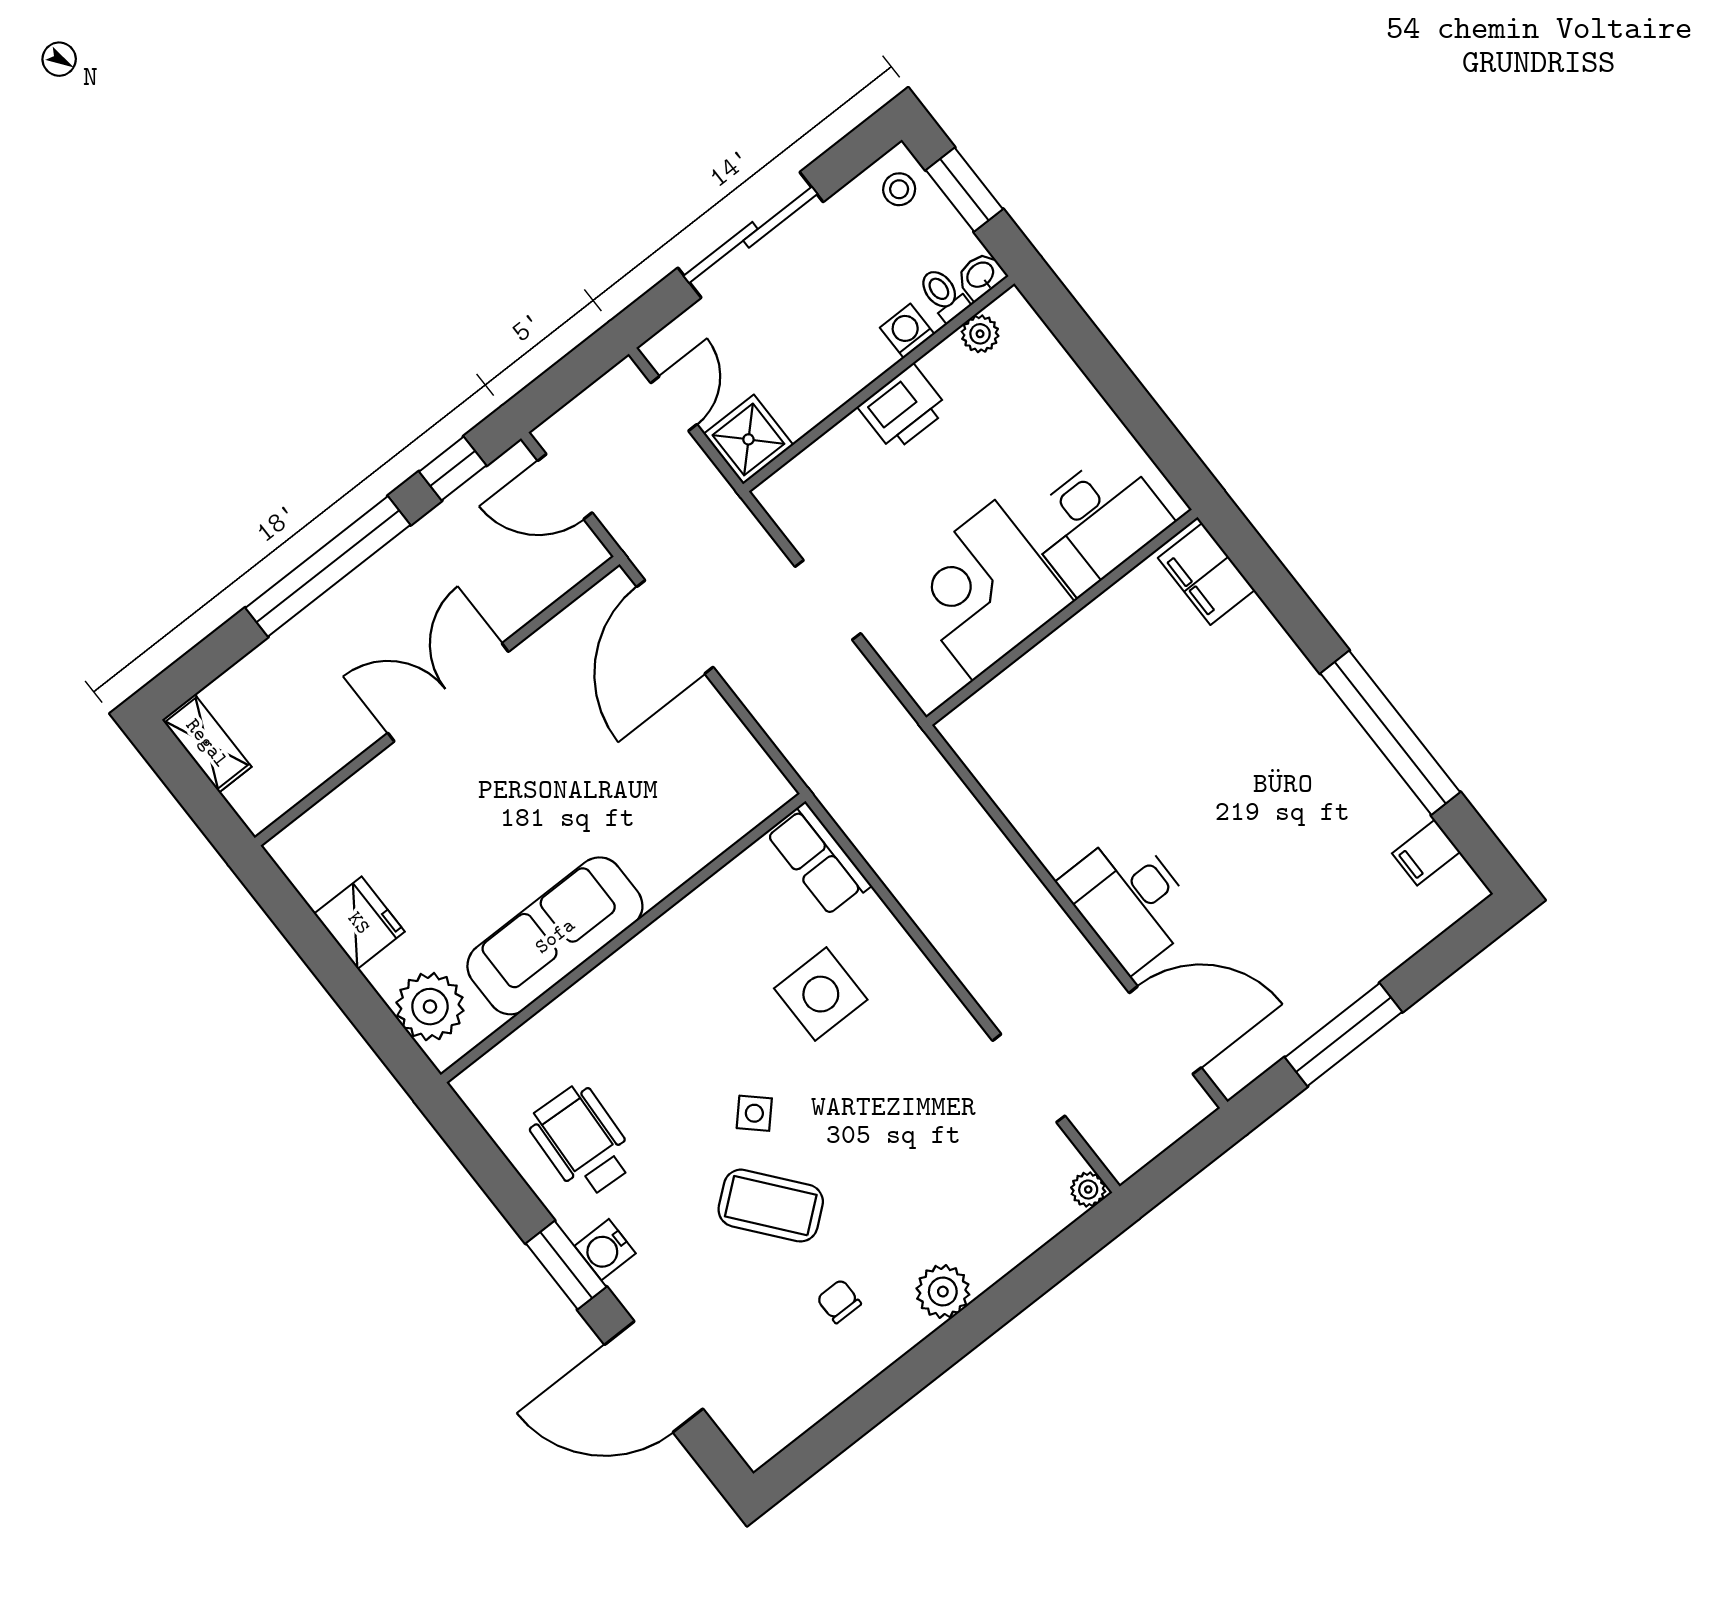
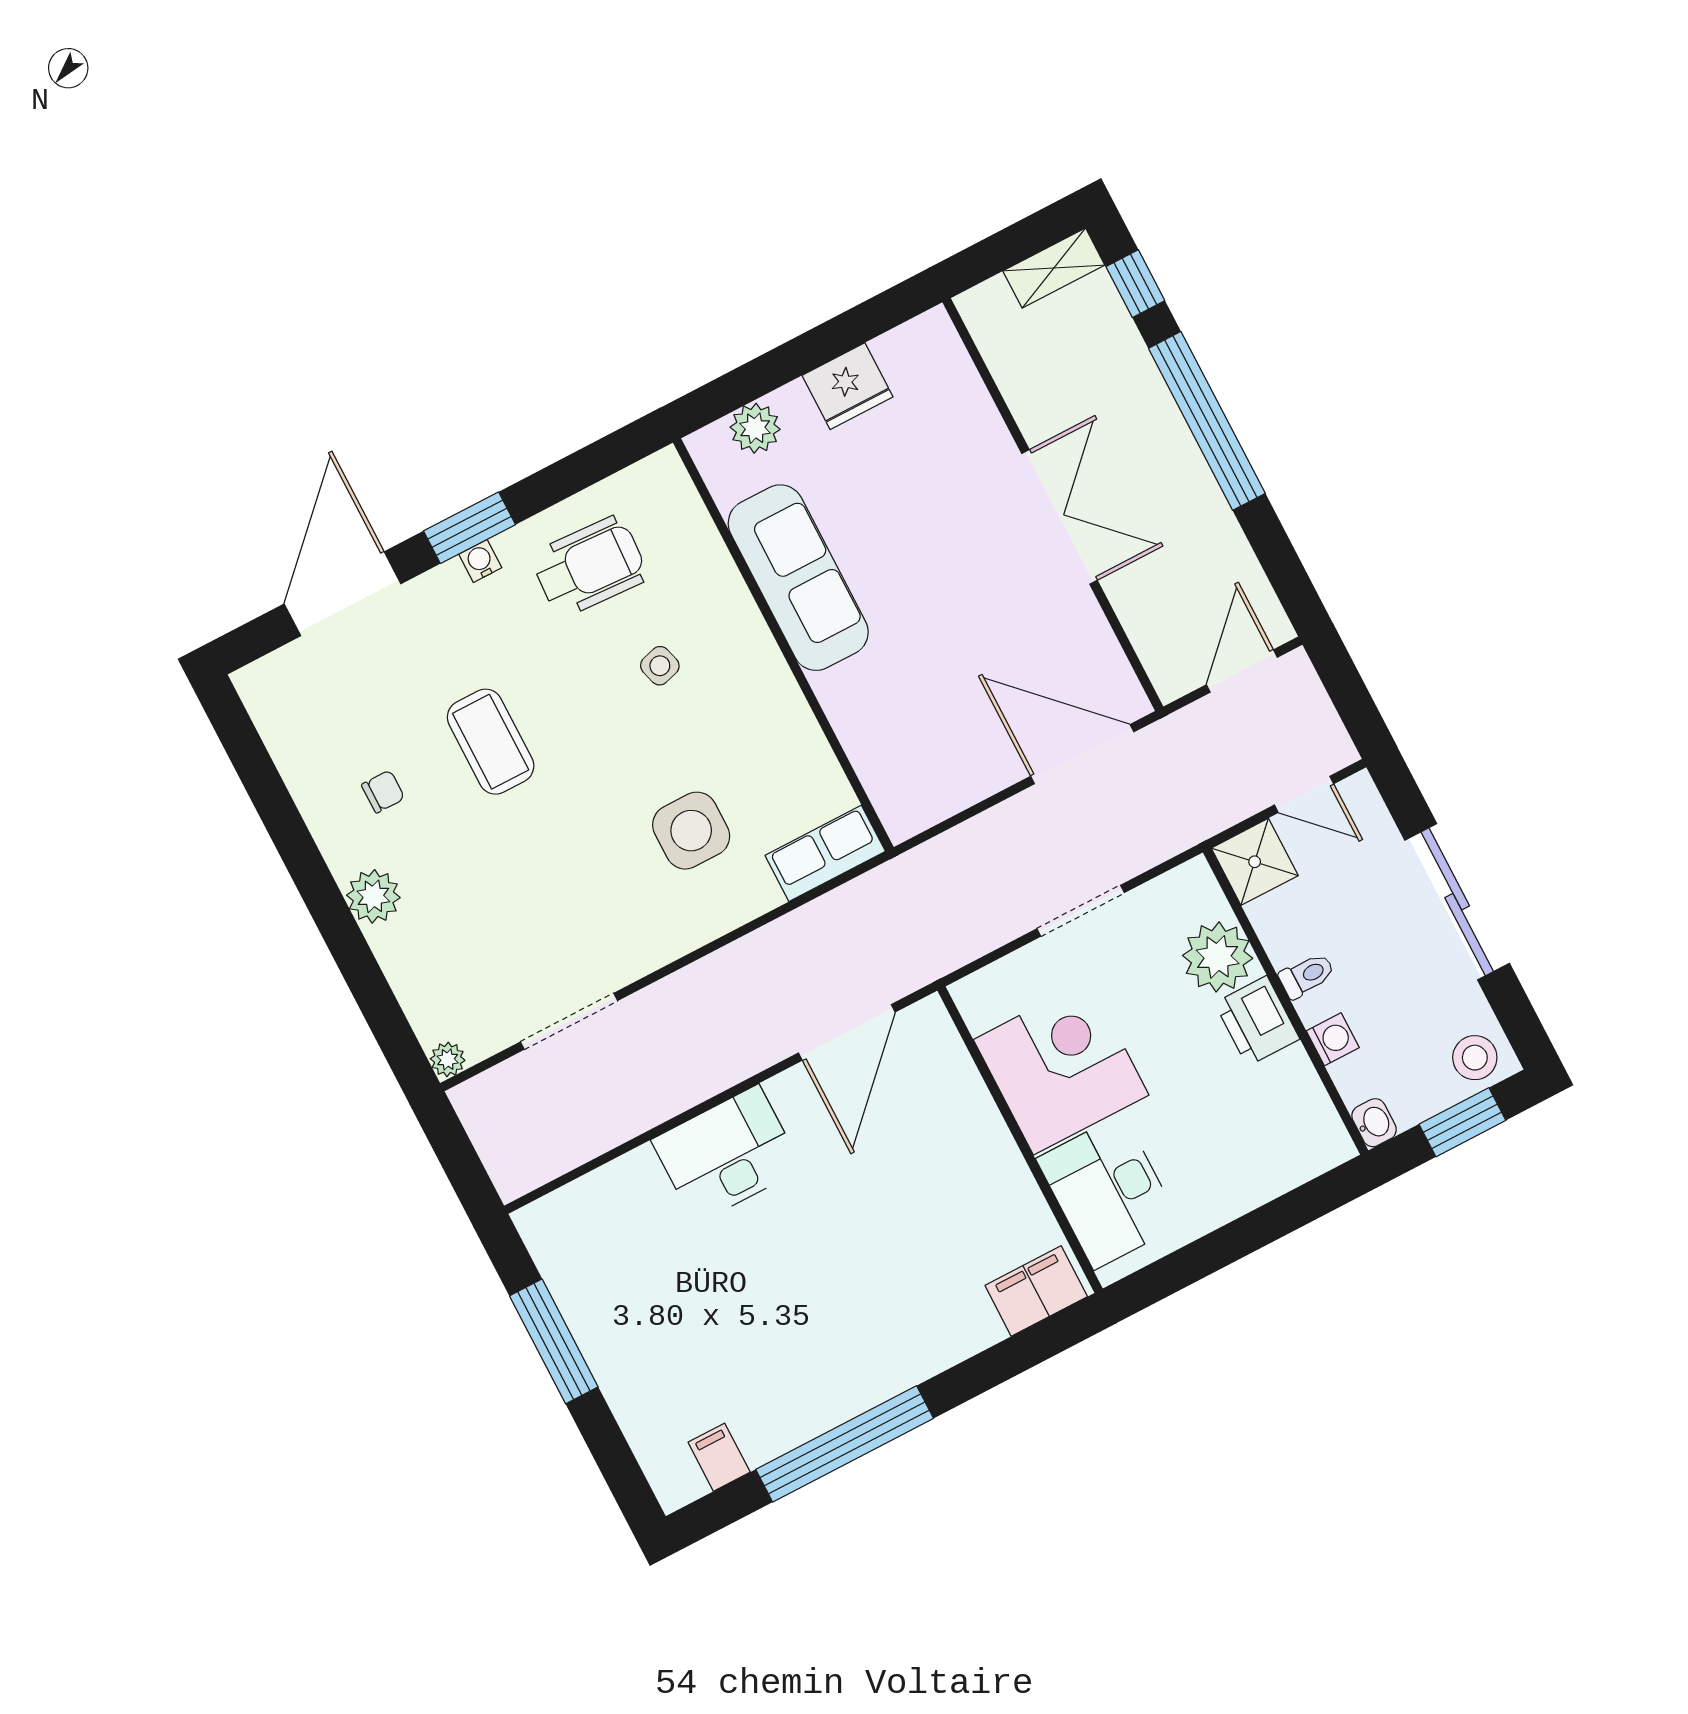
stool: (899, 189) -> (1475, 1058), width x1.37, depth x1.37
toilet: (943, 295) -> (1307, 976), moved
plant: (980, 334) -> (1218, 957), moved, width x1.88, depth x1.88
window: (453, 468) -> (1135, 284), moved
plant: (430, 1007) -> (755, 428), width x0.73, depth x0.73
door: (1165, 1030) -> (847, 1032), moved
side table: (754, 1113) -> (660, 666), moved, turned 31
coffee table: (771, 1206) -> (491, 742), turned -51
water cooler: (605, 1250) -> (480, 561), width x0.72, depth x0.72

